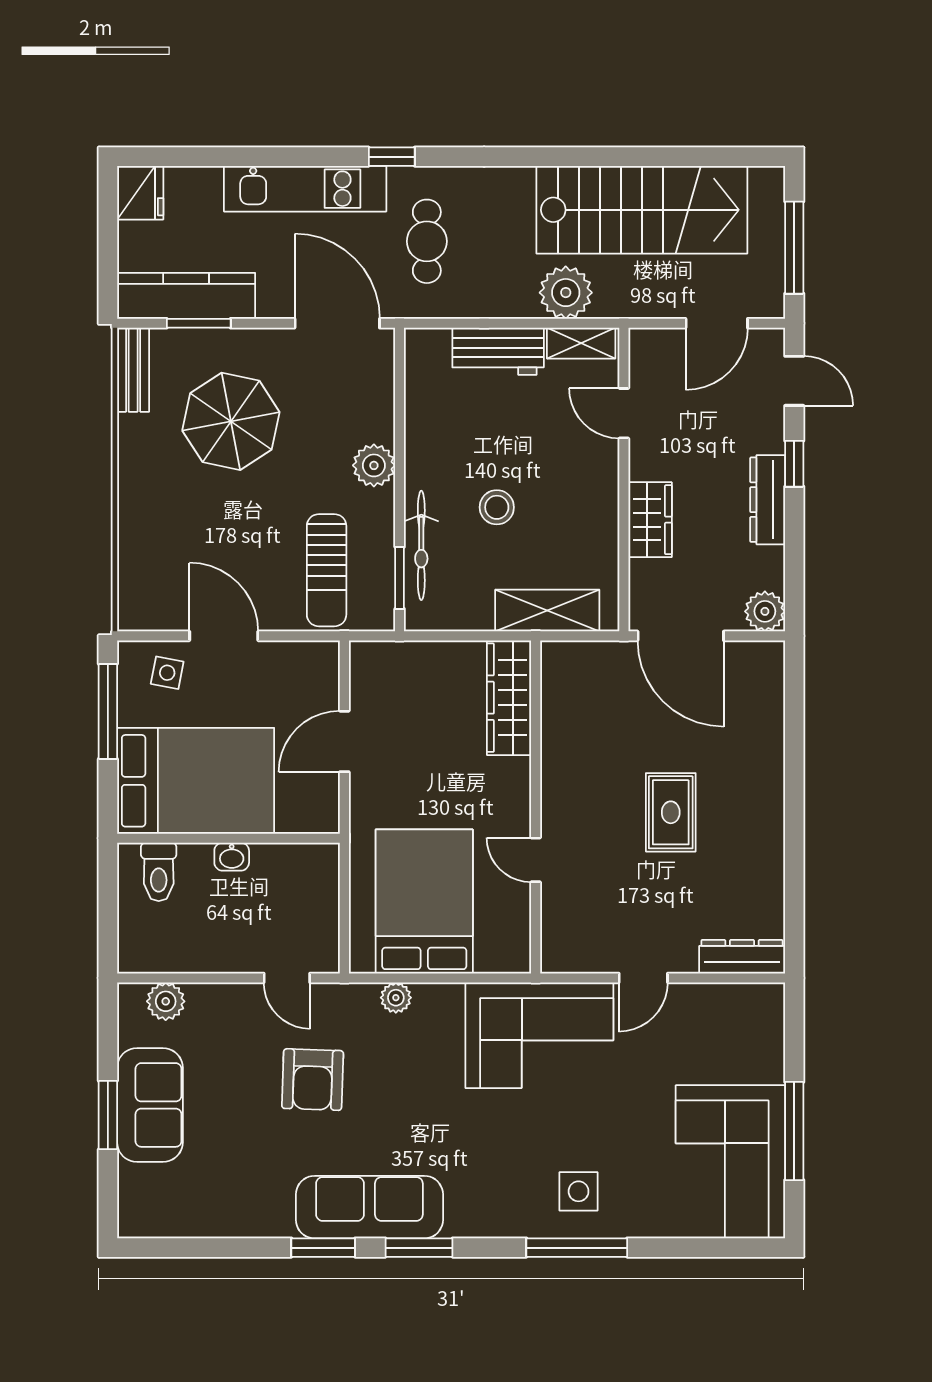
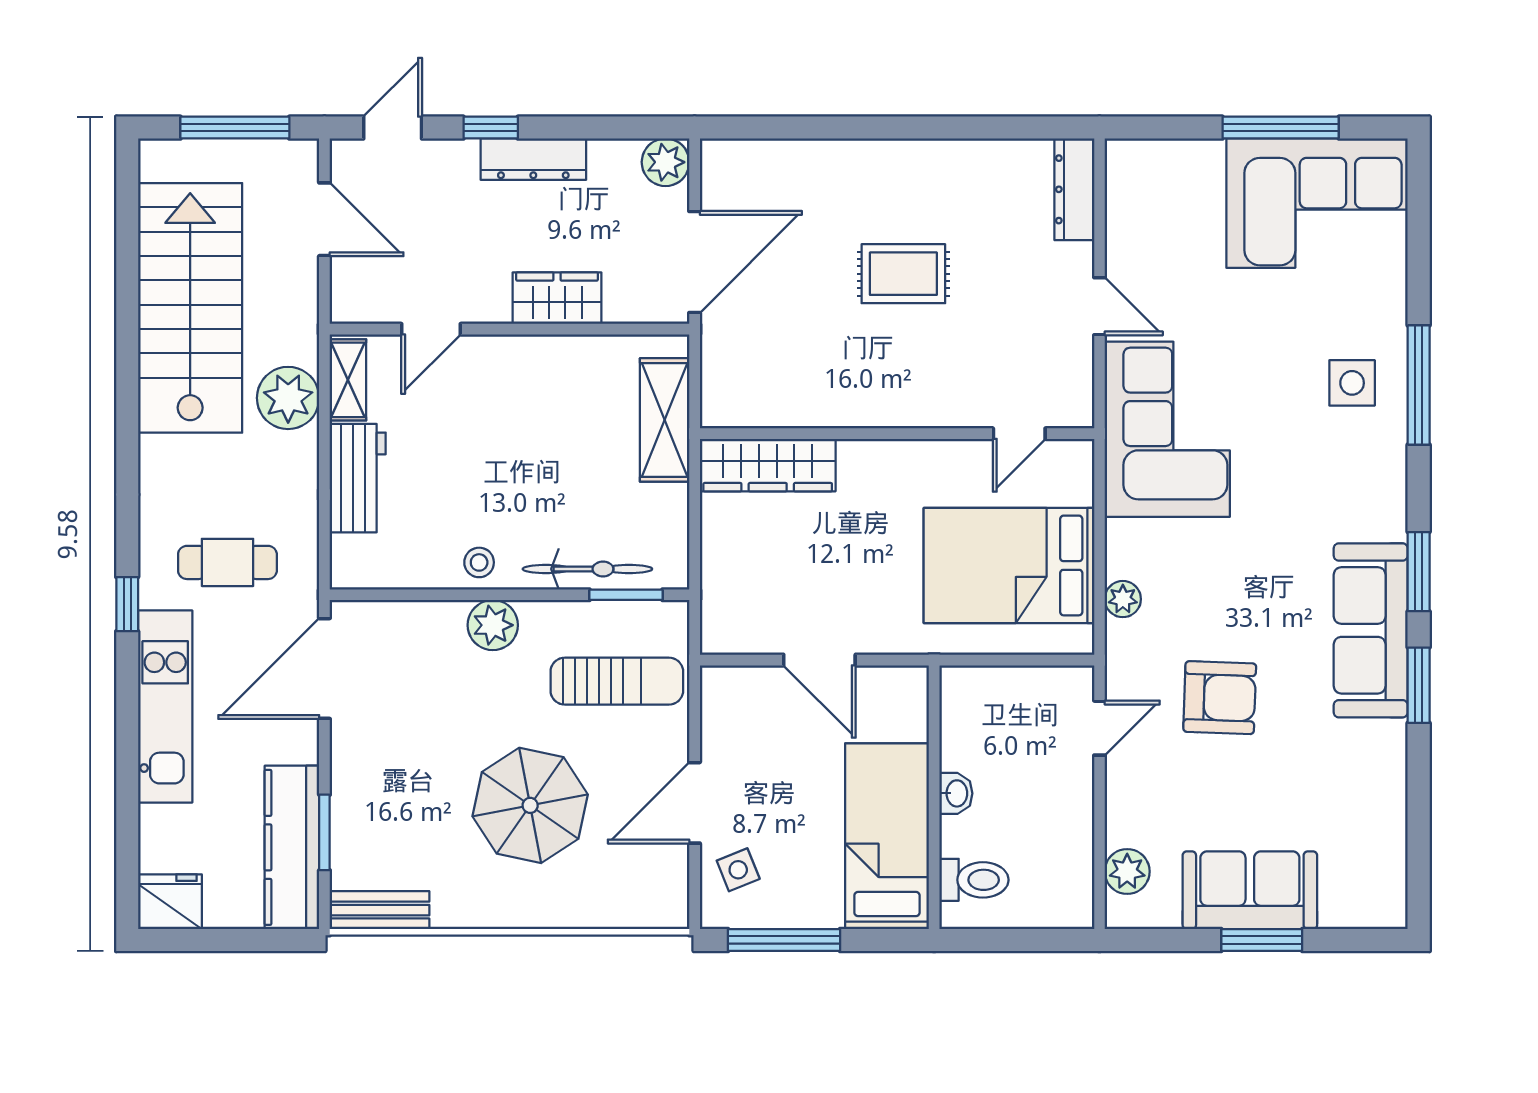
parasol: (231, 421) -> (530, 805), moved
stool: (497, 507) -> (479, 562), moved, width x0.73, depth x0.73
side table: (167, 673) -> (738, 870), turned -33
bed: (196, 781) -> (887, 836), width x0.67
door: (536, 860) -> (1019, 434), moved

